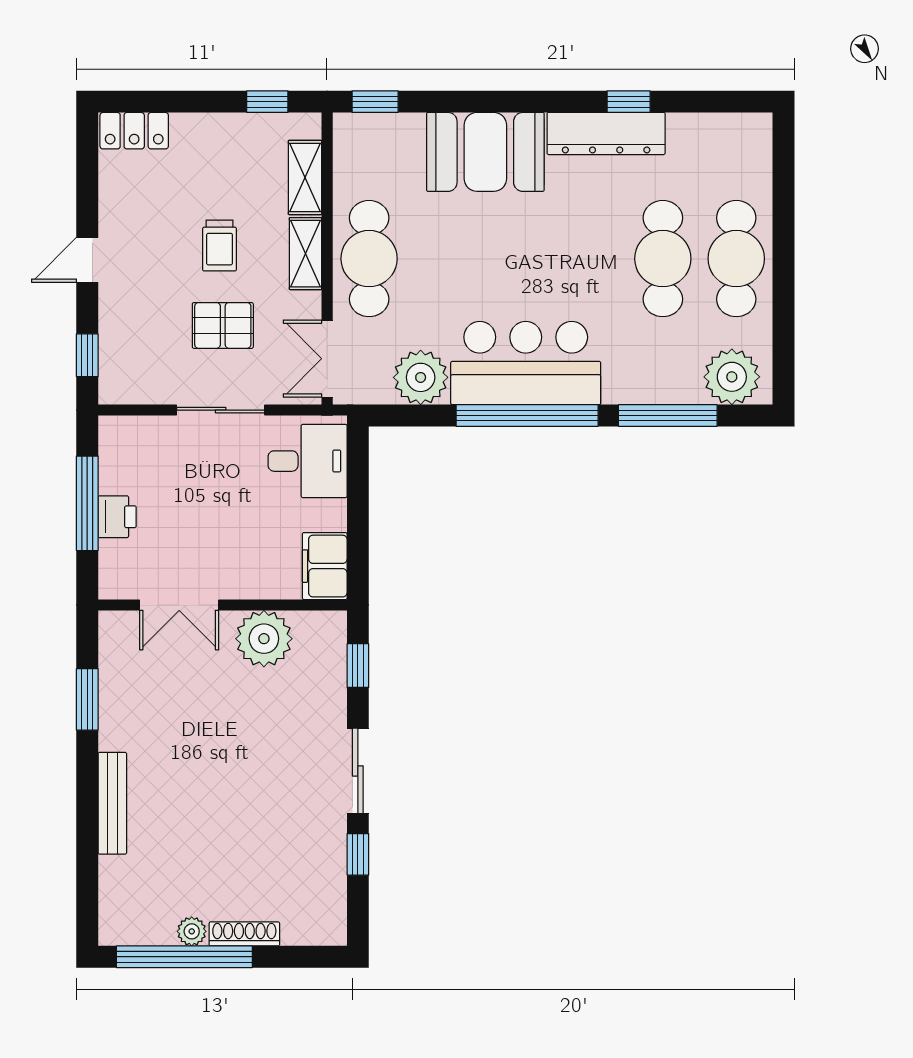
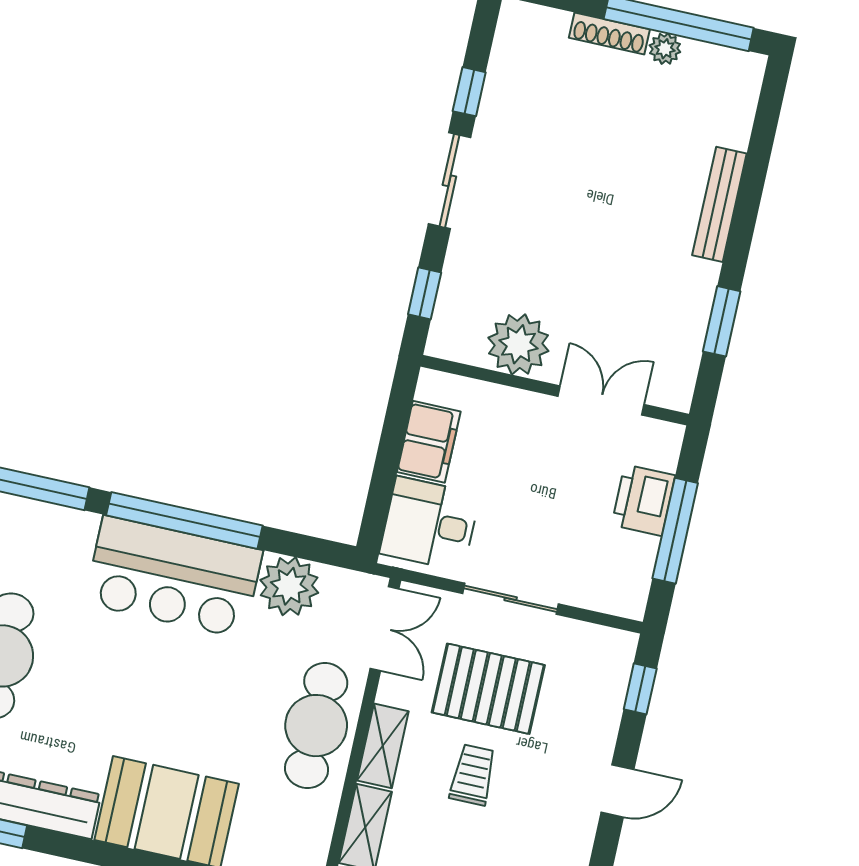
pallet: (223, 325) -> (488, 689), width x1.50, depth x1.42
printer: (117, 517) -> (643, 500), width x1.36, depth x1.24
filing cabinet: (325, 566) -> (429, 442), moved

